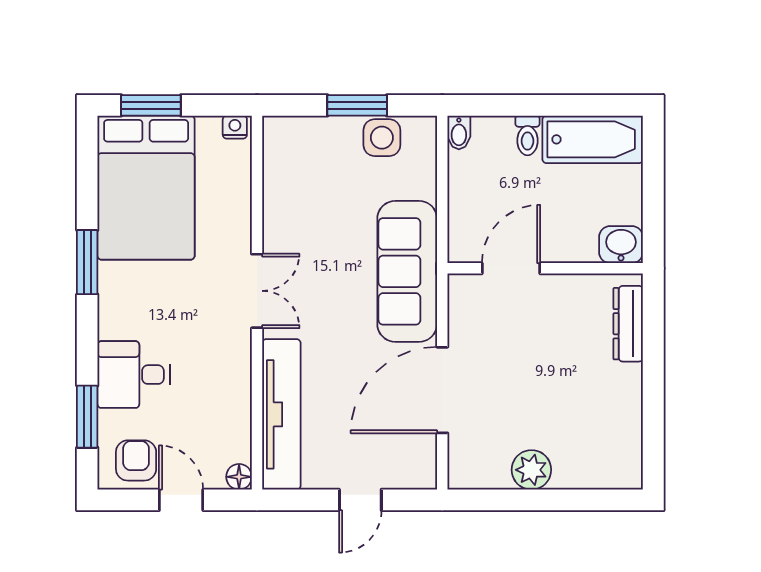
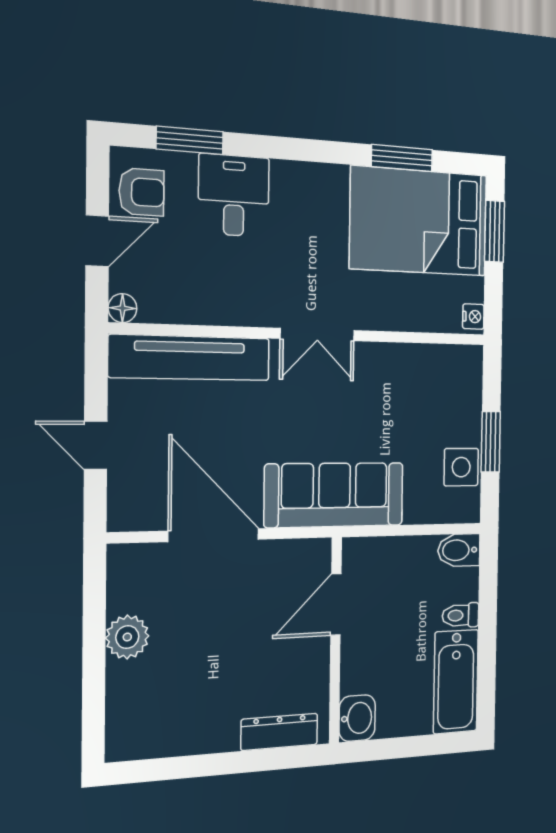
bidet: (459, 133) -> (459, 550), width x1.38, depth x1.36
window: (87, 262) -> (402, 158), moved
door: (511, 268) -> (336, 604), swing flipped

